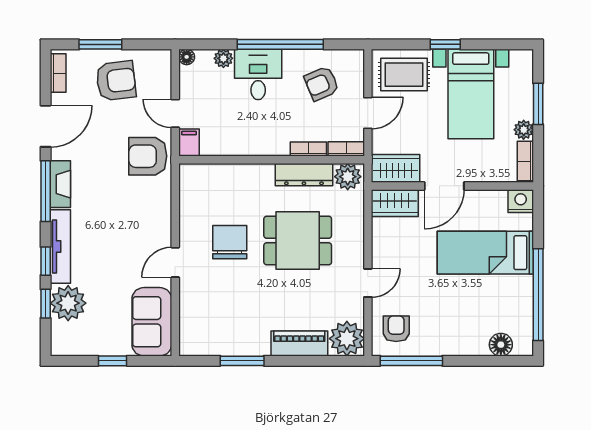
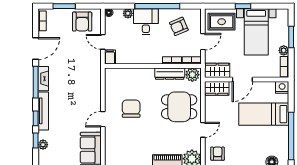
armchair: (116, 81) -> (82, 22), moved, turned 97
armchair: (148, 156) -> (89, 64), removed
dining table: (298, 241) -> (179, 107), moved
plant: (68, 303) -> (43, 145), width x0.53, depth x0.53

